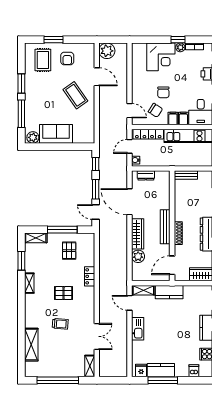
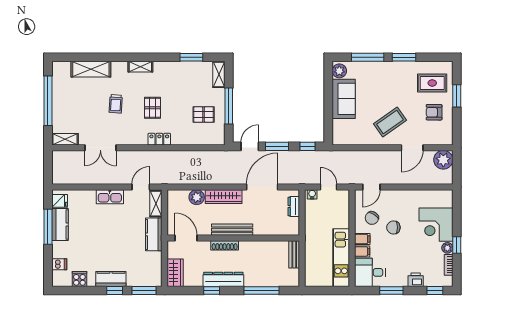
locker: (148, 134) -> (343, 209), removed
locker: (90, 276) -> (159, 139), moved
shelving: (29, 283) -> (140, 67), moved

